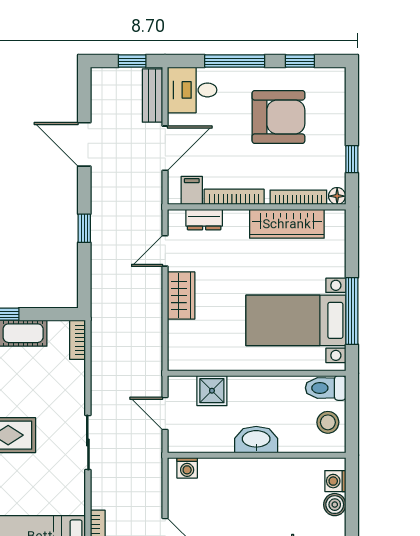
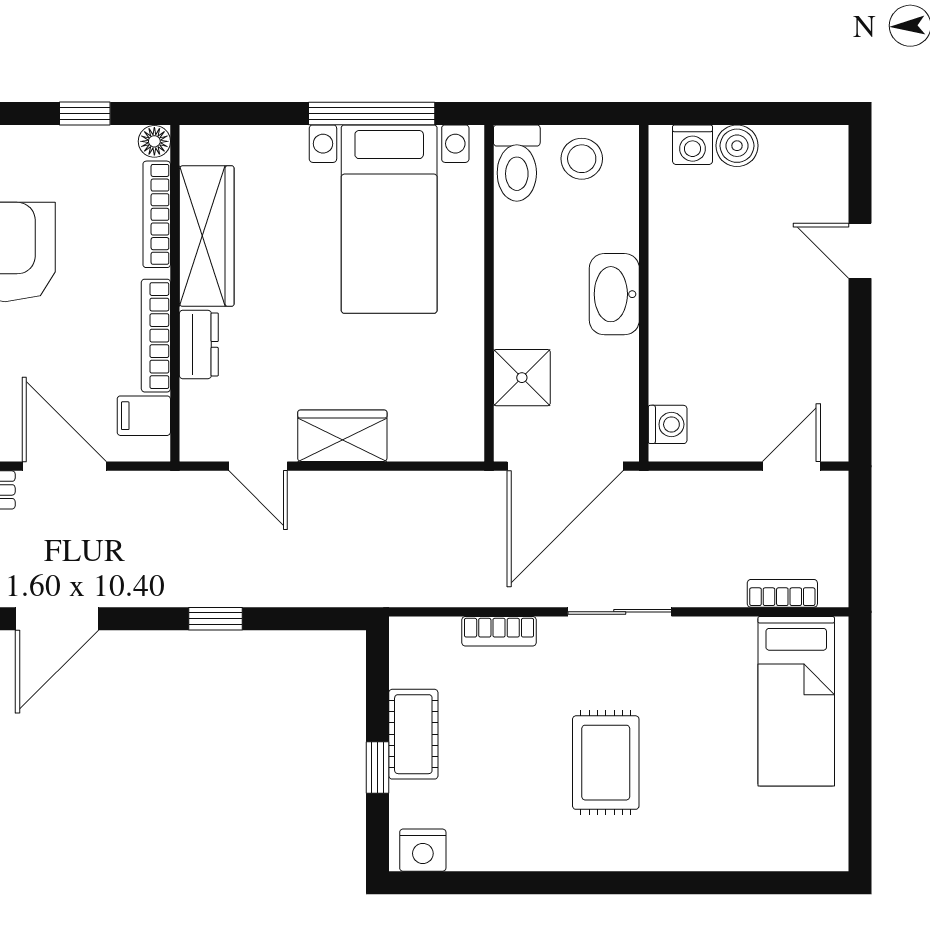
dresser: (204, 220) -> (199, 344), moved
bookcase: (78, 340) -> (499, 631), moved
door: (165, 414) -> (565, 466), width x1.88

